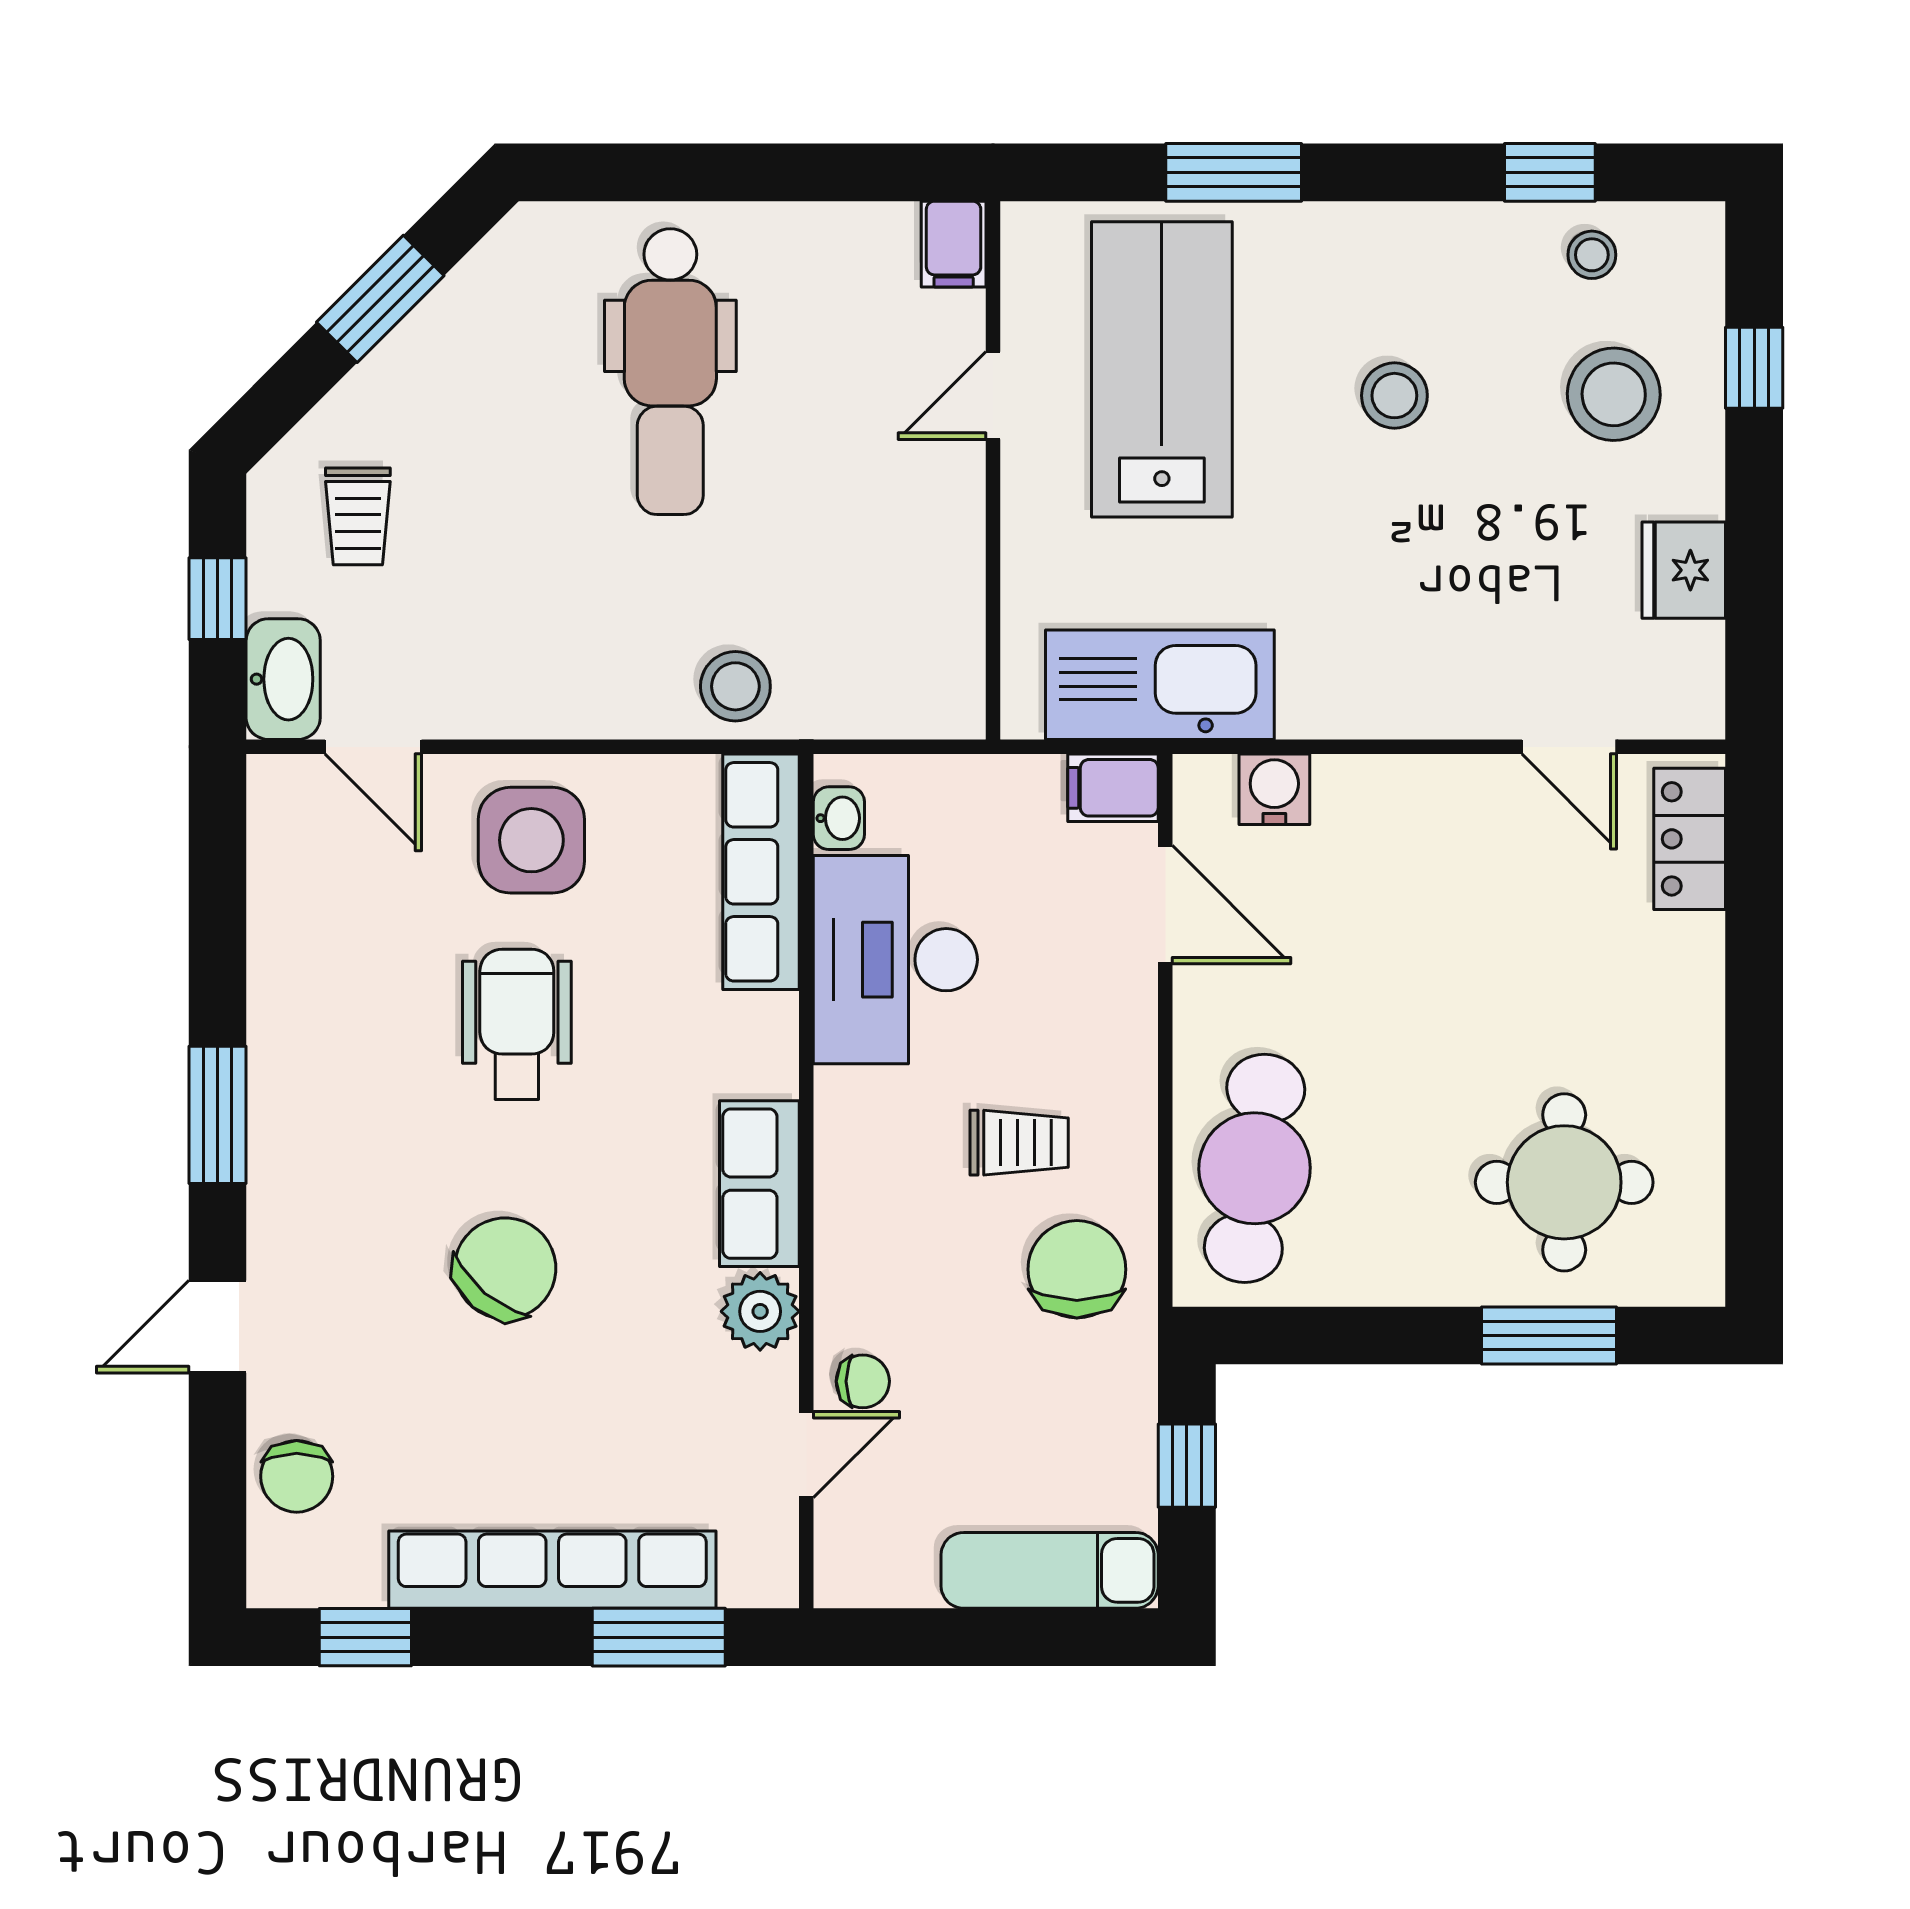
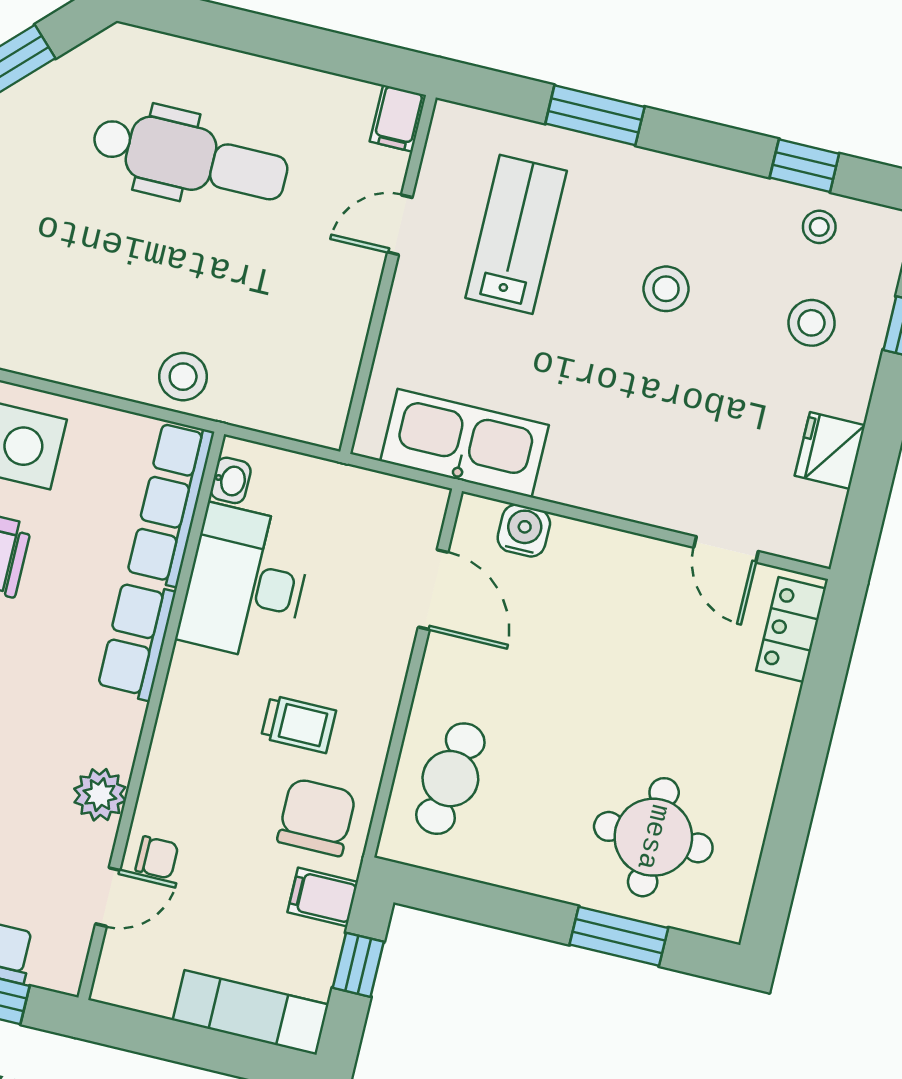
lab bench: (1162, 369) -> (516, 234), width x0.73, depth x0.72
dental chair: (670, 372) -> (190, 158), turned -90
stool: (1614, 394) -> (812, 323), width x0.73, depth x0.73
filing cabinet: (1113, 788) -> (323, 897), moved
cafe table: (1255, 1168) -> (450, 779), width x0.73, depth x0.74
row of seats: (759, 1184) -> (137, 640), moved

